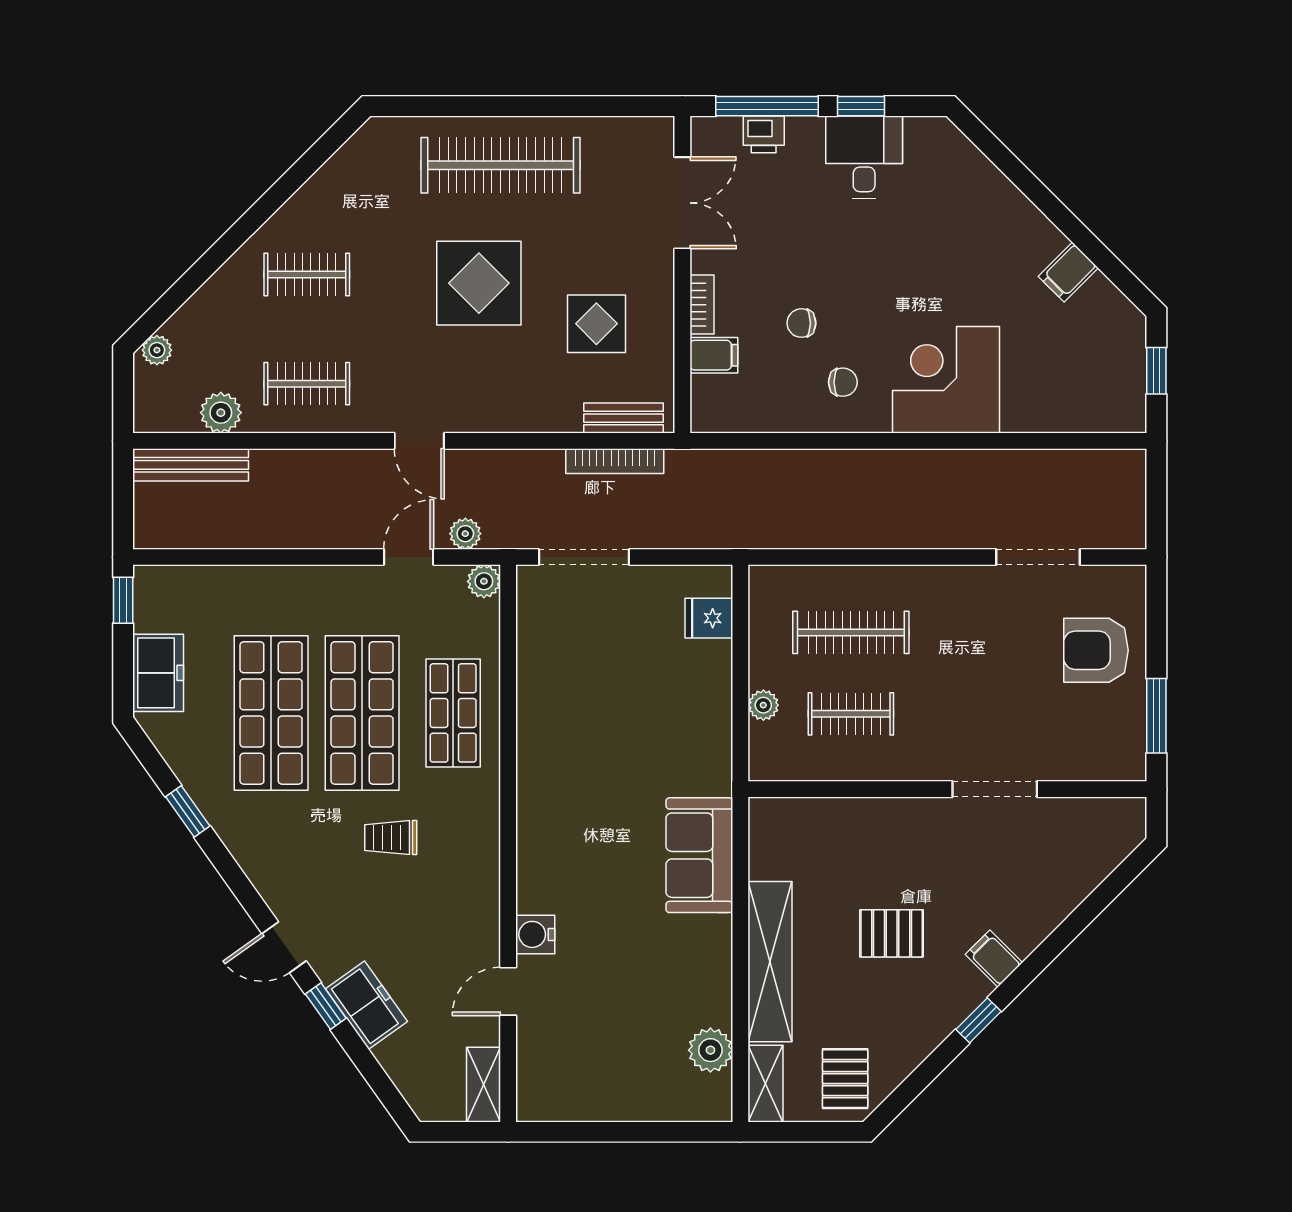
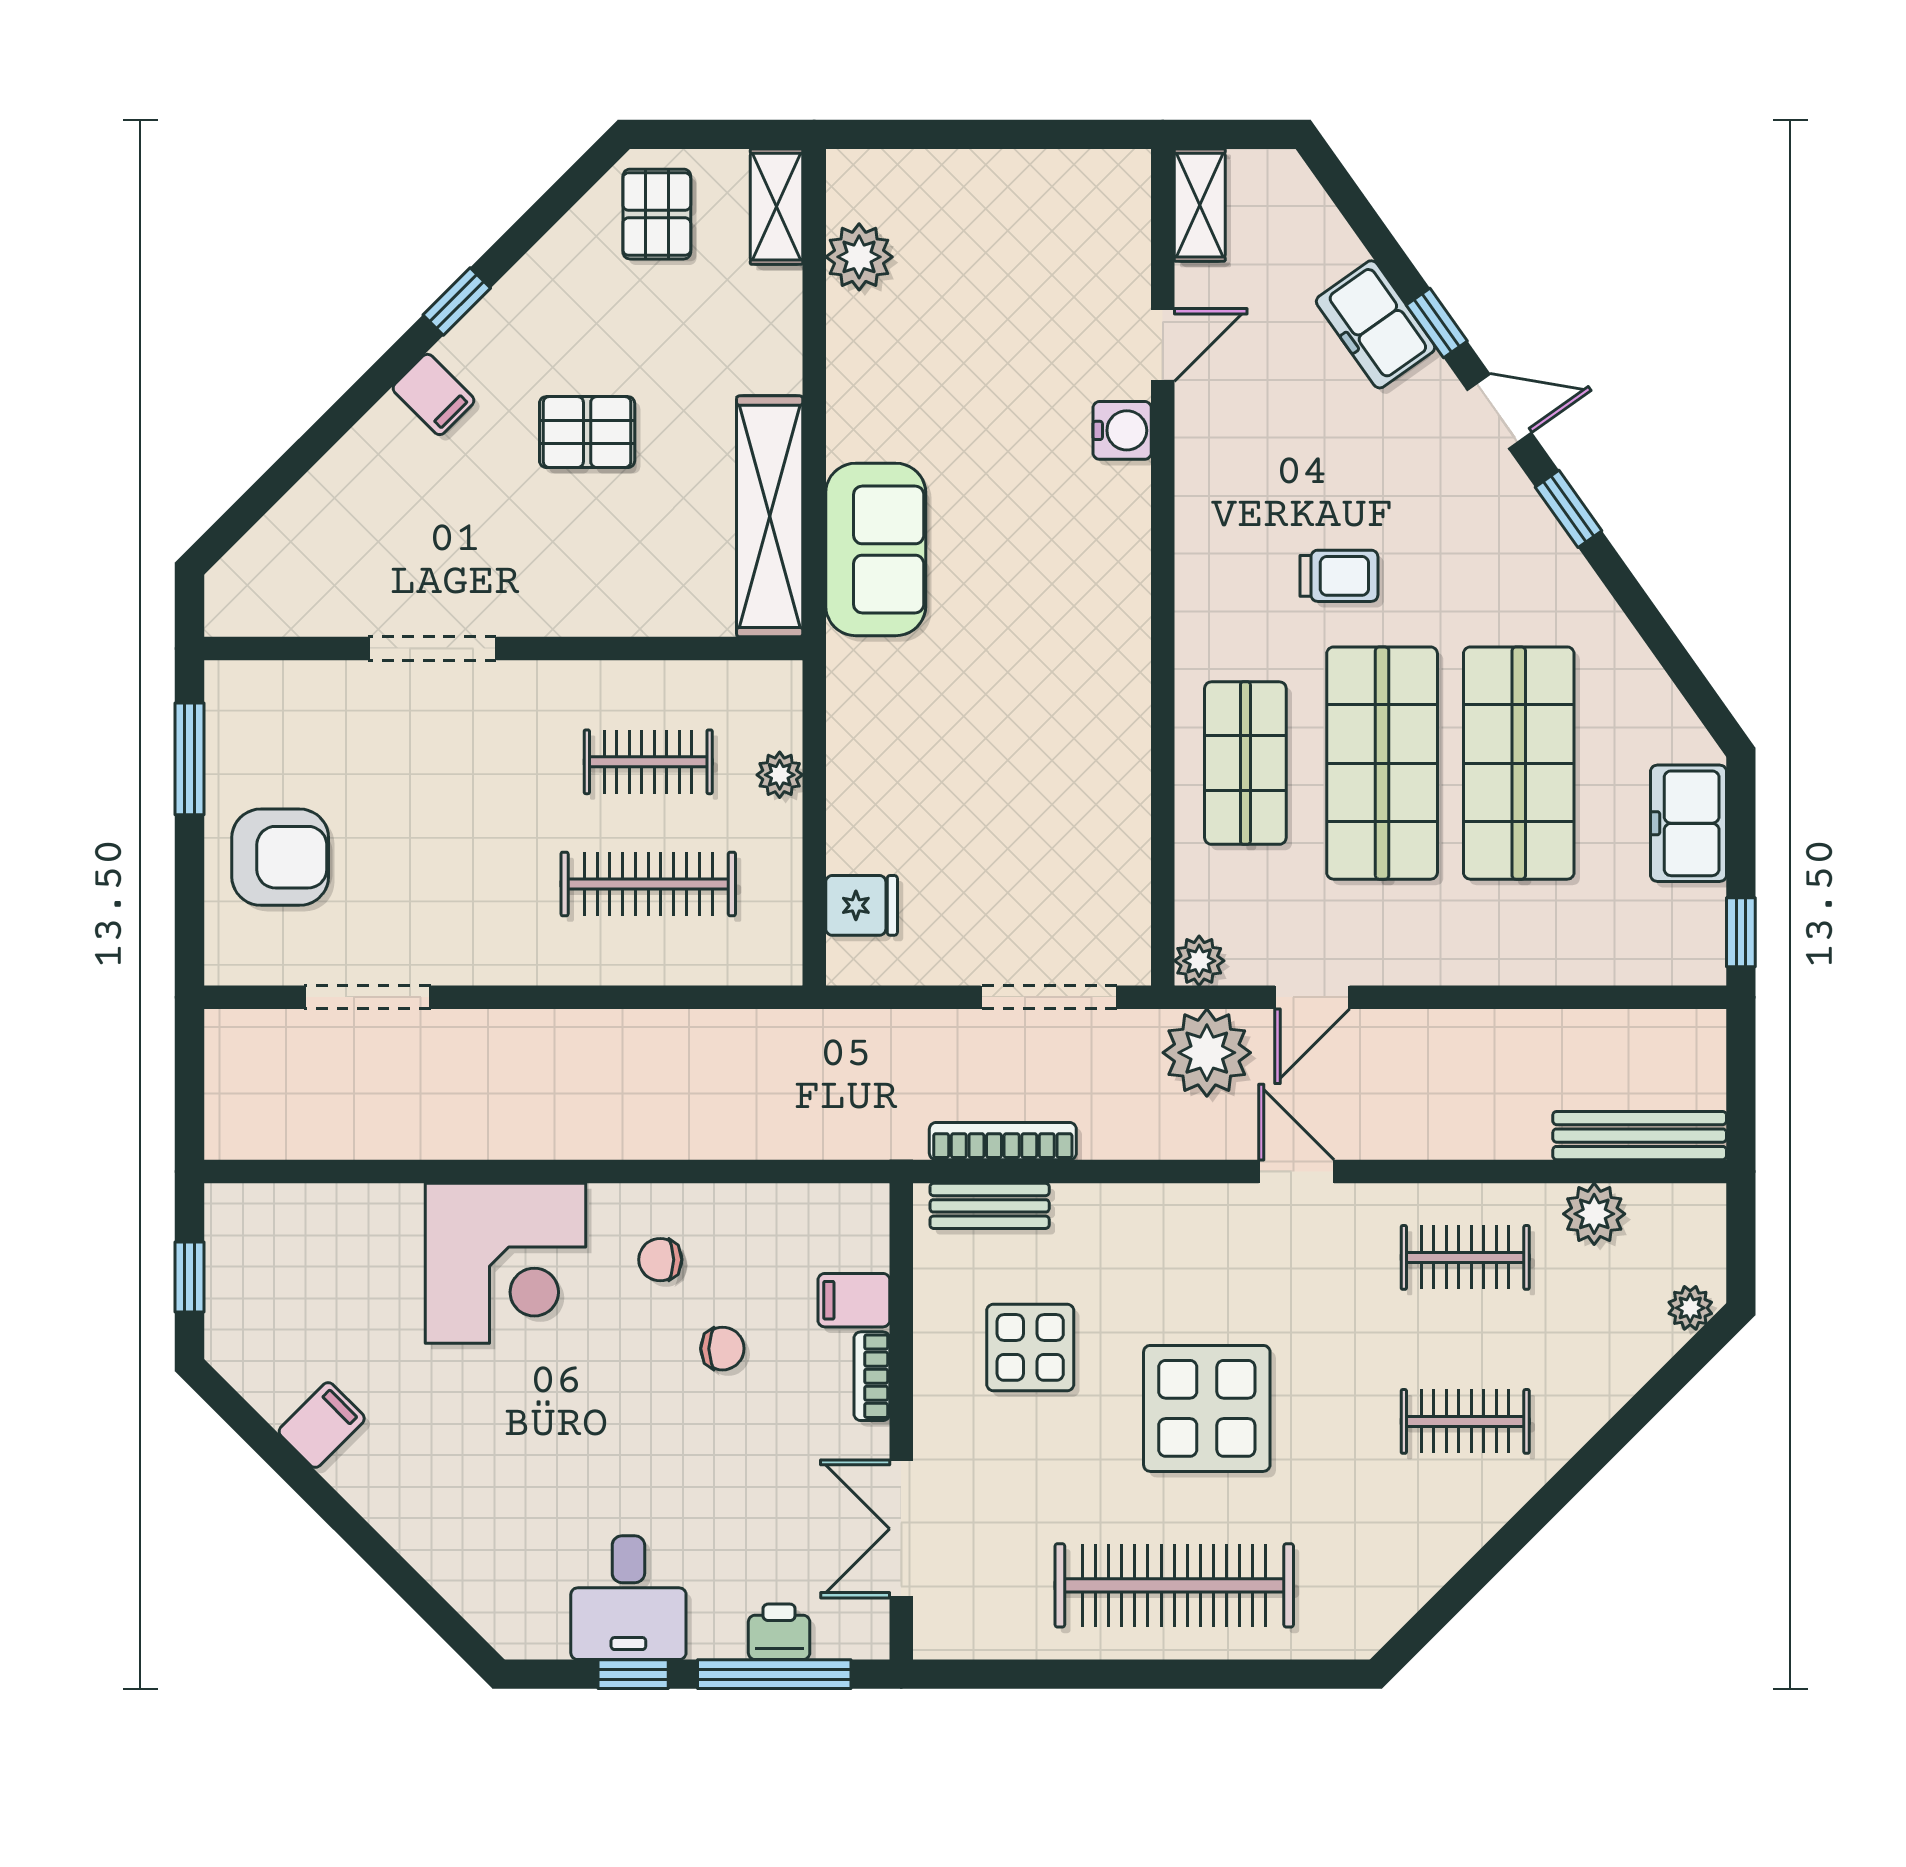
plant: (465, 534) -> (1207, 1053), width x1.88, depth x1.88
window: (188, 811) -> (1568, 509), moved
shelving: (770, 962) -> (770, 516), moved

